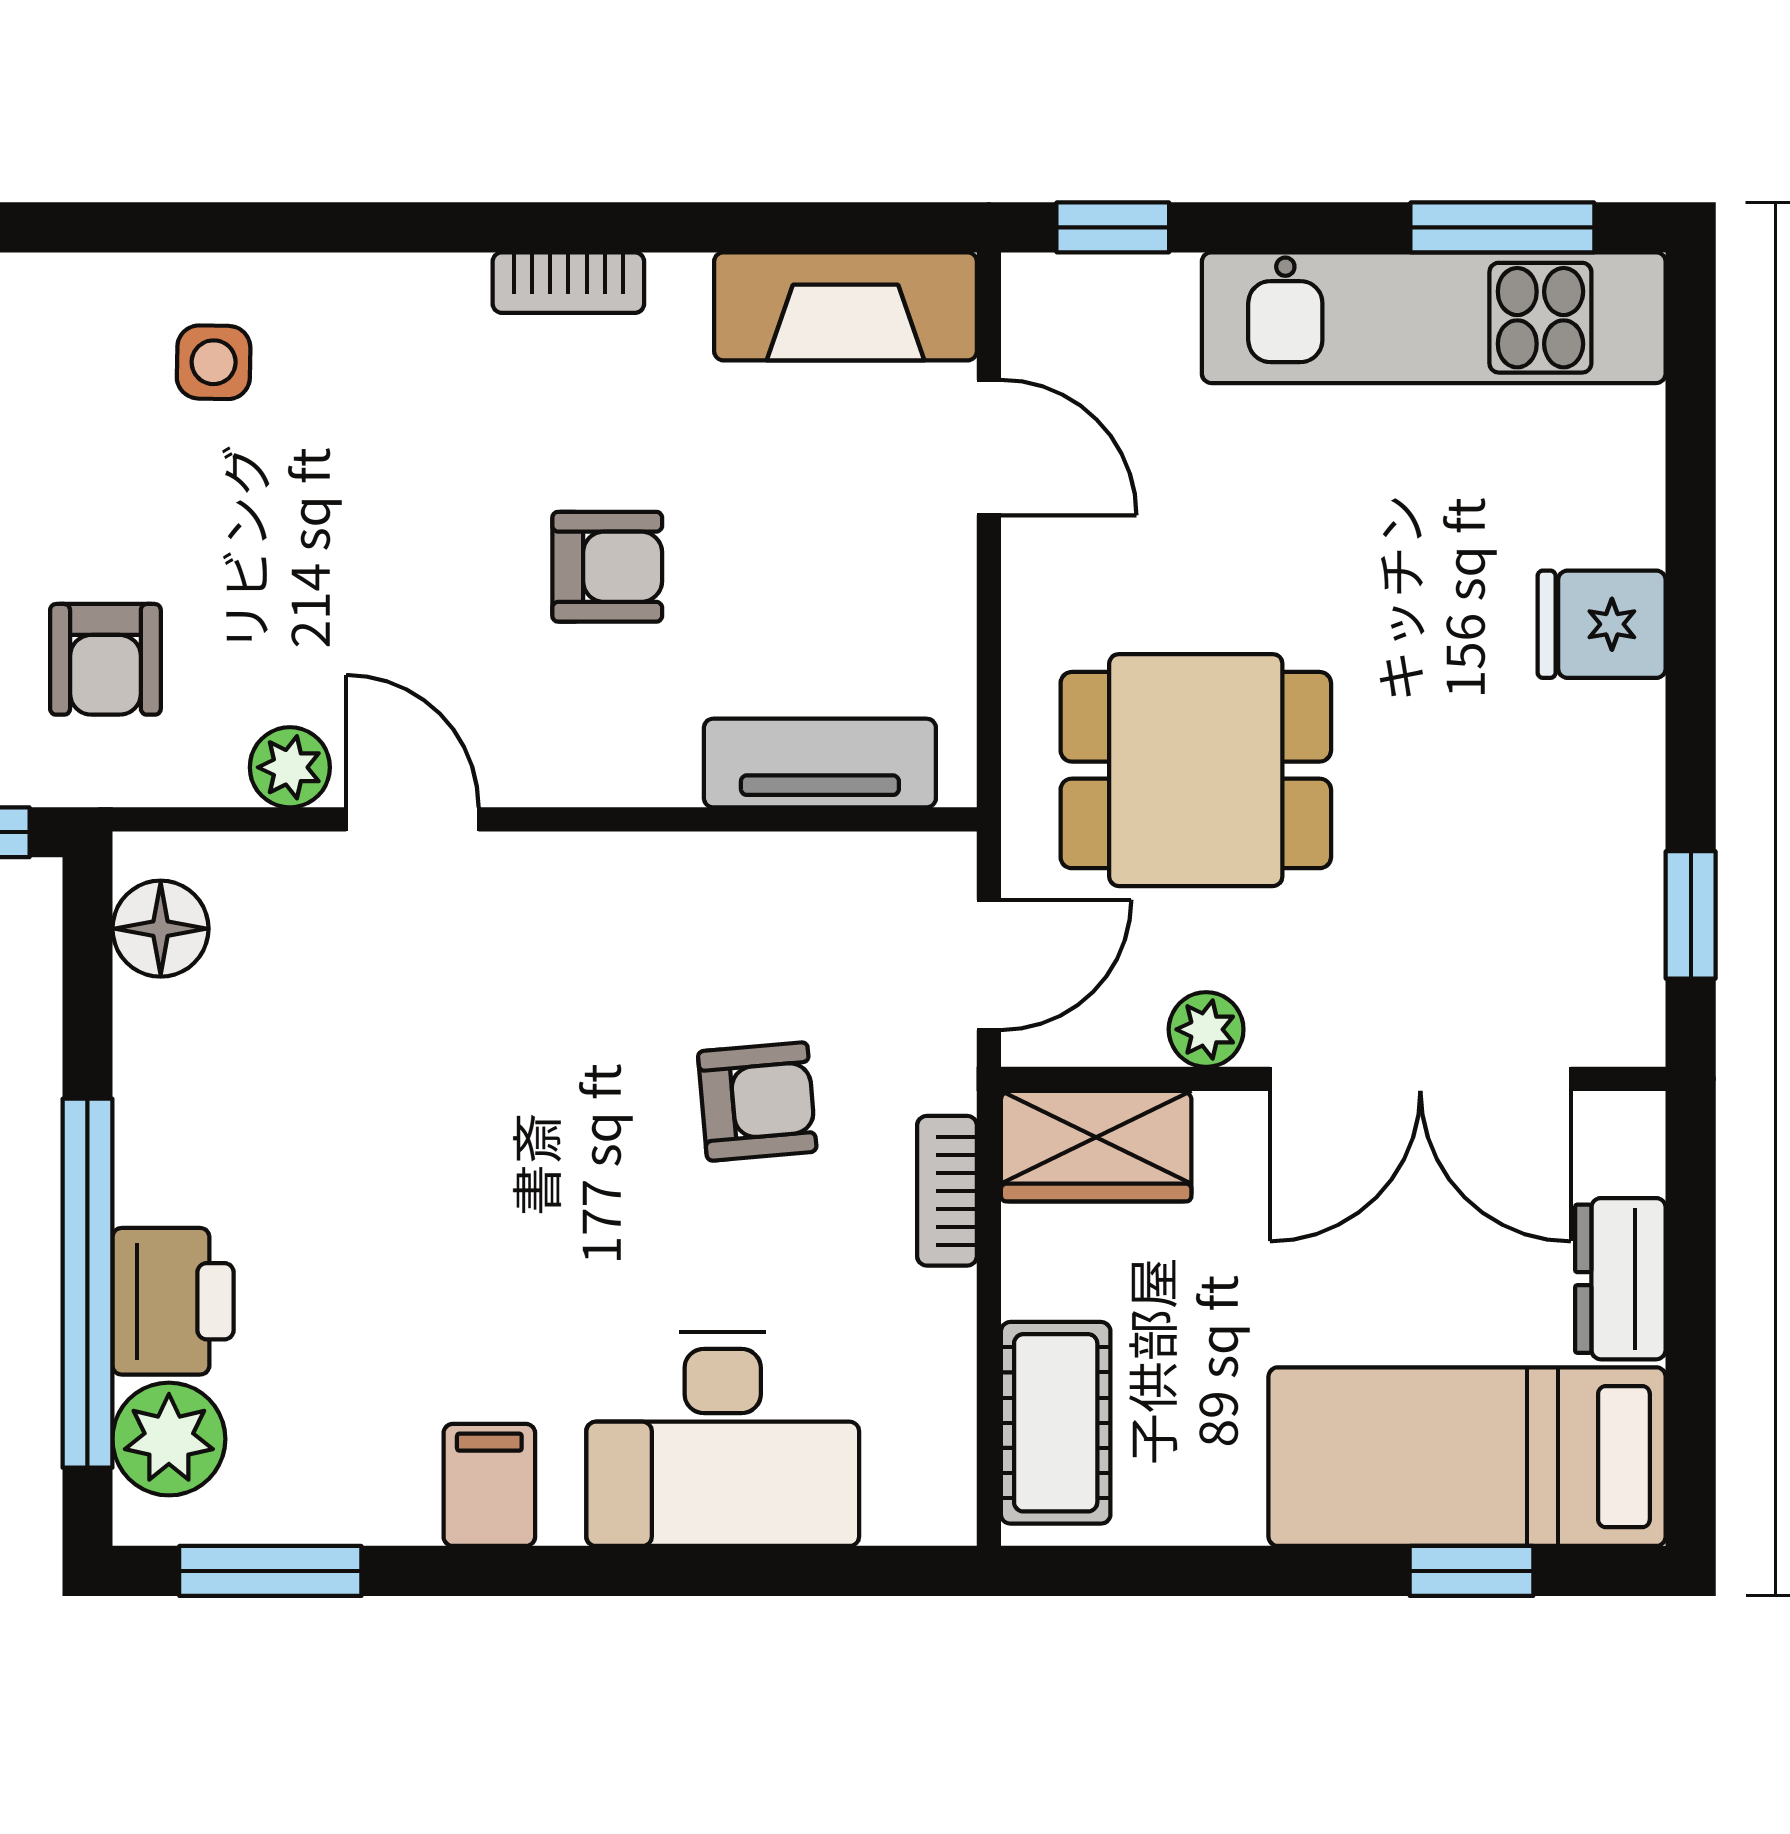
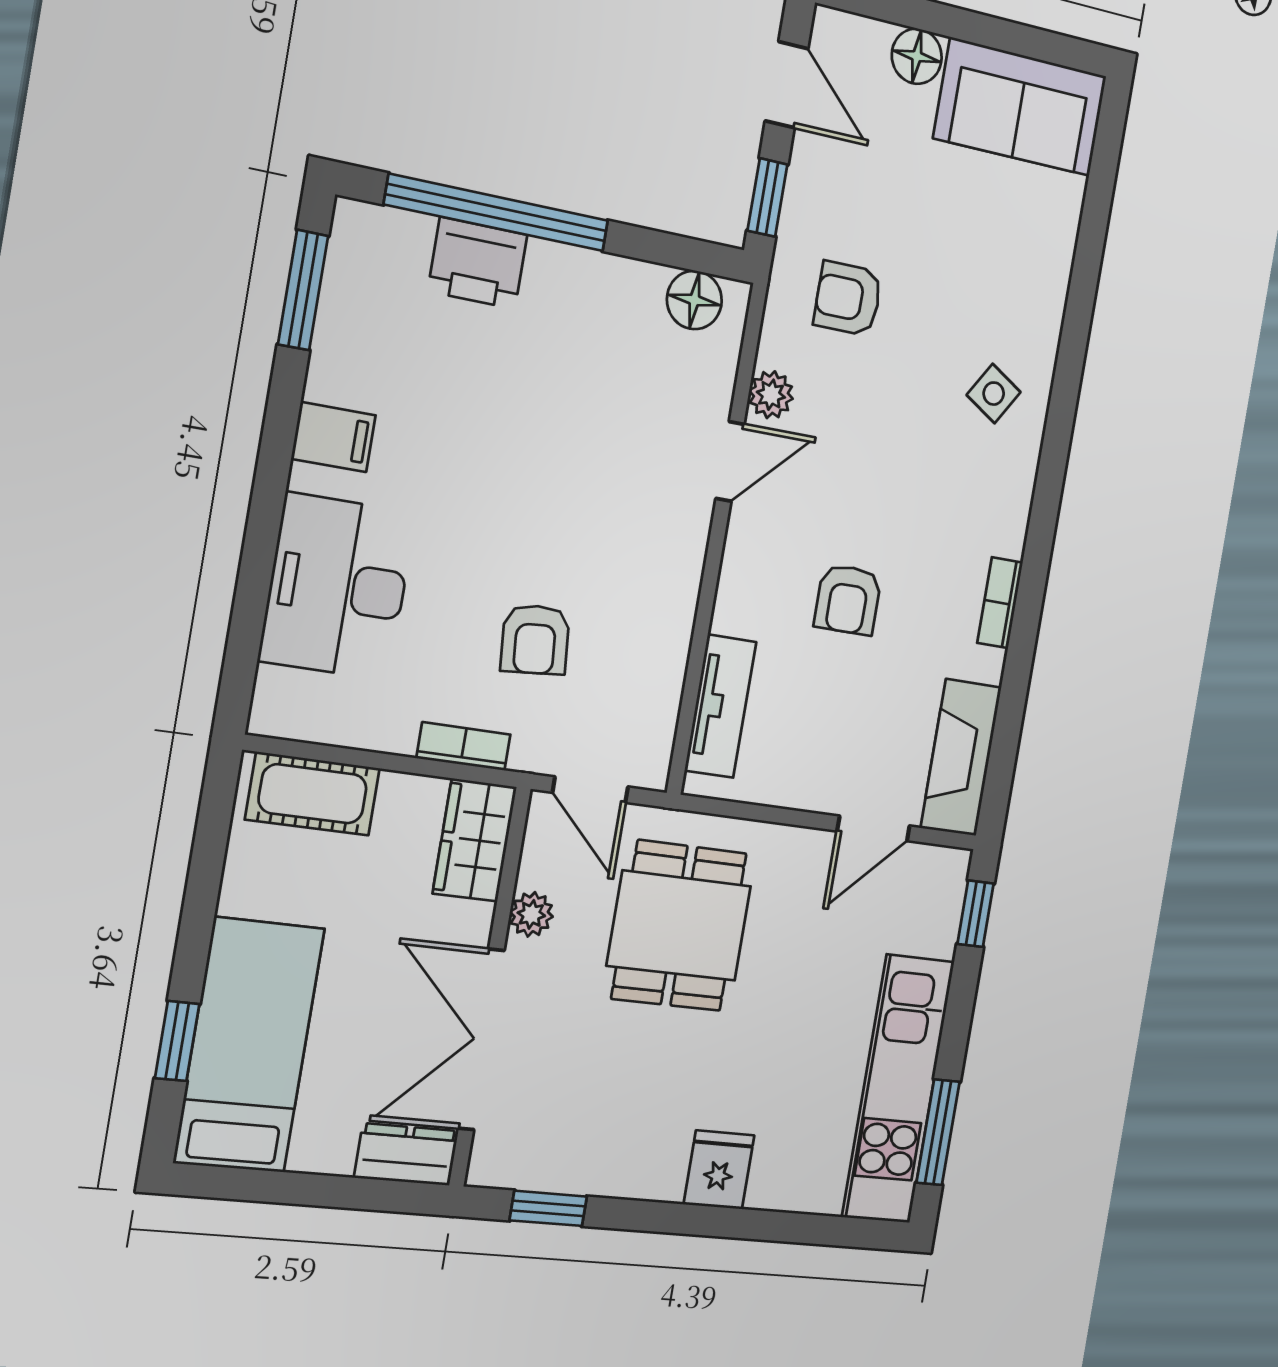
side table: (214, 362) -> (994, 394), turned 31
dresser: (1620, 1279) -> (406, 1154), moved
plant: (169, 1439) -> (395, 243), removed

